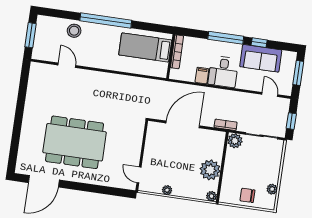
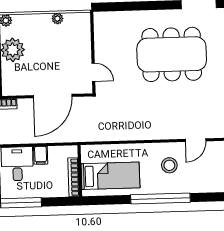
stool: (74, 31) -> (169, 165), moved
door: (67, 65) -> (196, 140), hinge flipped
door: (139, 175) -> (93, 72), moved

